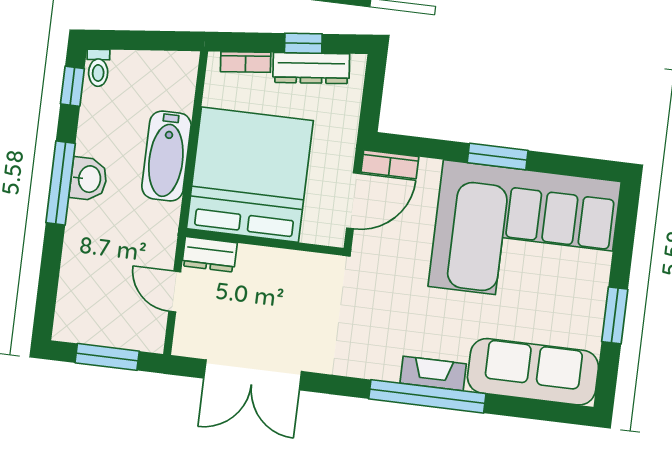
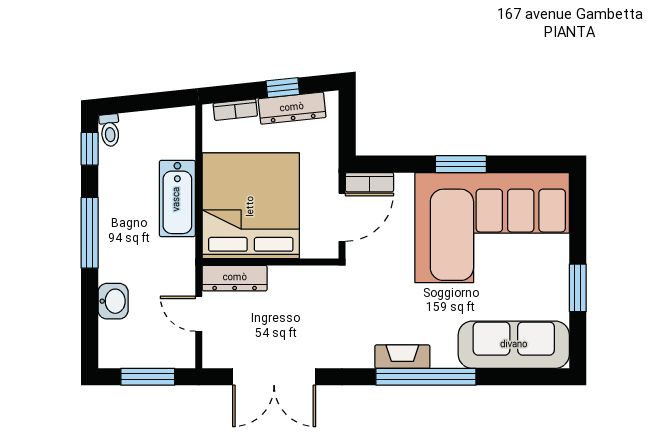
washbasin: (89, 179) -> (113, 301), moved
dresser: (210, 254) -> (235, 278), width x1.44
fireplace: (433, 373) -> (402, 357), moved

